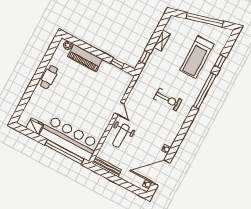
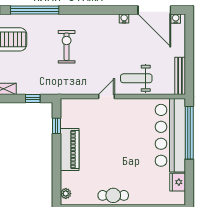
piano: (85, 58) -> (70, 150), moved
weight bench: (121, 136) -> (136, 78), turned 180

